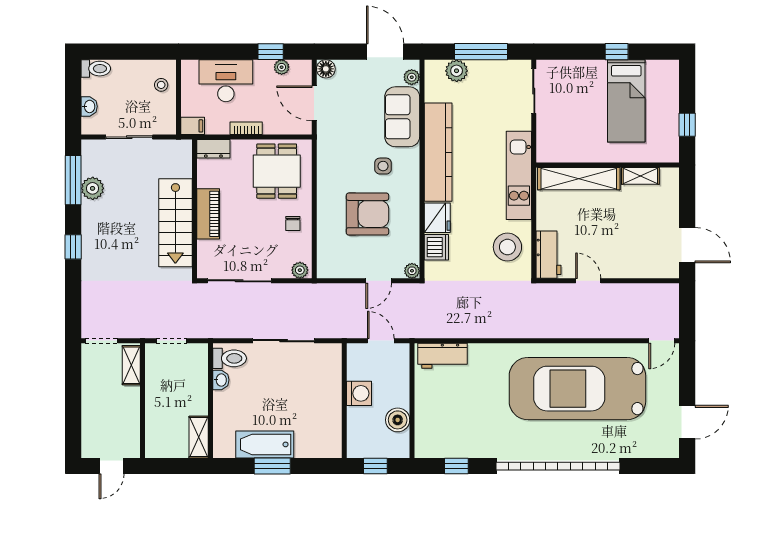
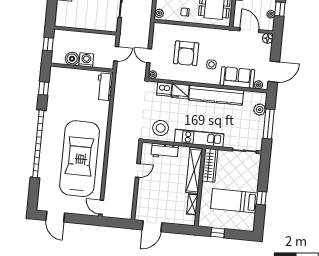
door: (314, 103) -> (249, 30), hinge flipped
wardrobe: (566, 151) -> (210, 165), added
workbench: (548, 255) -> (165, 151), moved
washing machine: (359, 393) -> (86, 60), moved, turned 180

